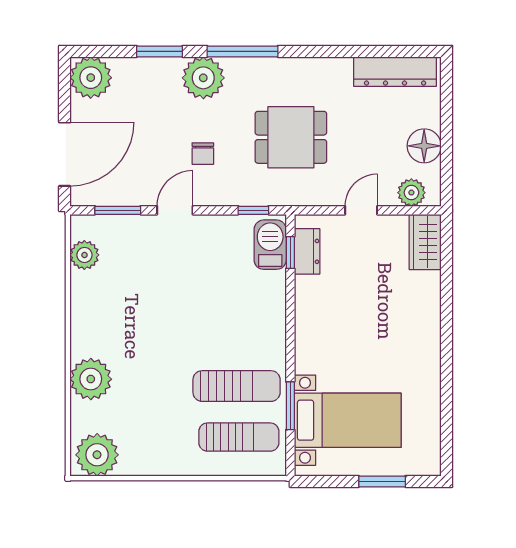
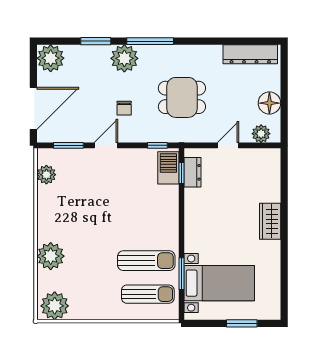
wardrobe: (425, 242) -> (270, 221), moved

